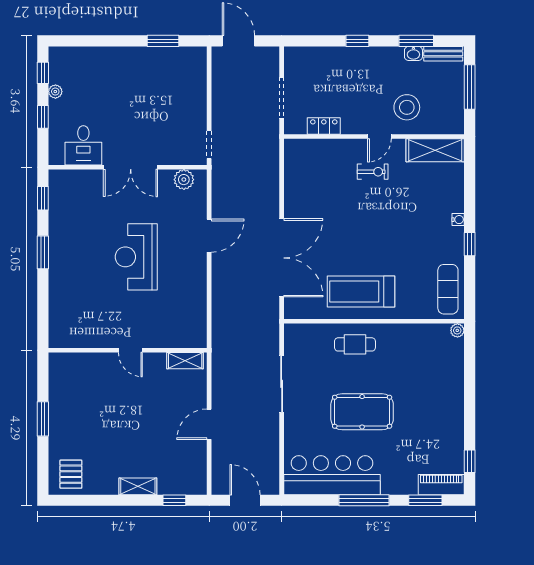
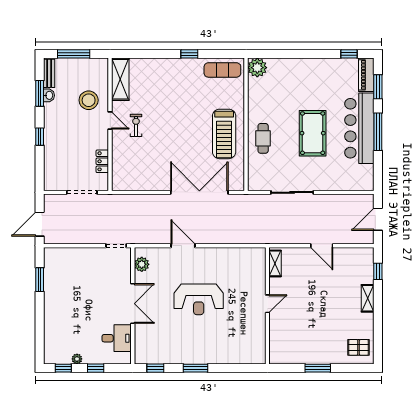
water cooler: (458, 220) -> (171, 62), removed
plant: (457, 330) -> (257, 68), width x1.88, depth x1.88
bar counter: (332, 475) -> (359, 128), moved

